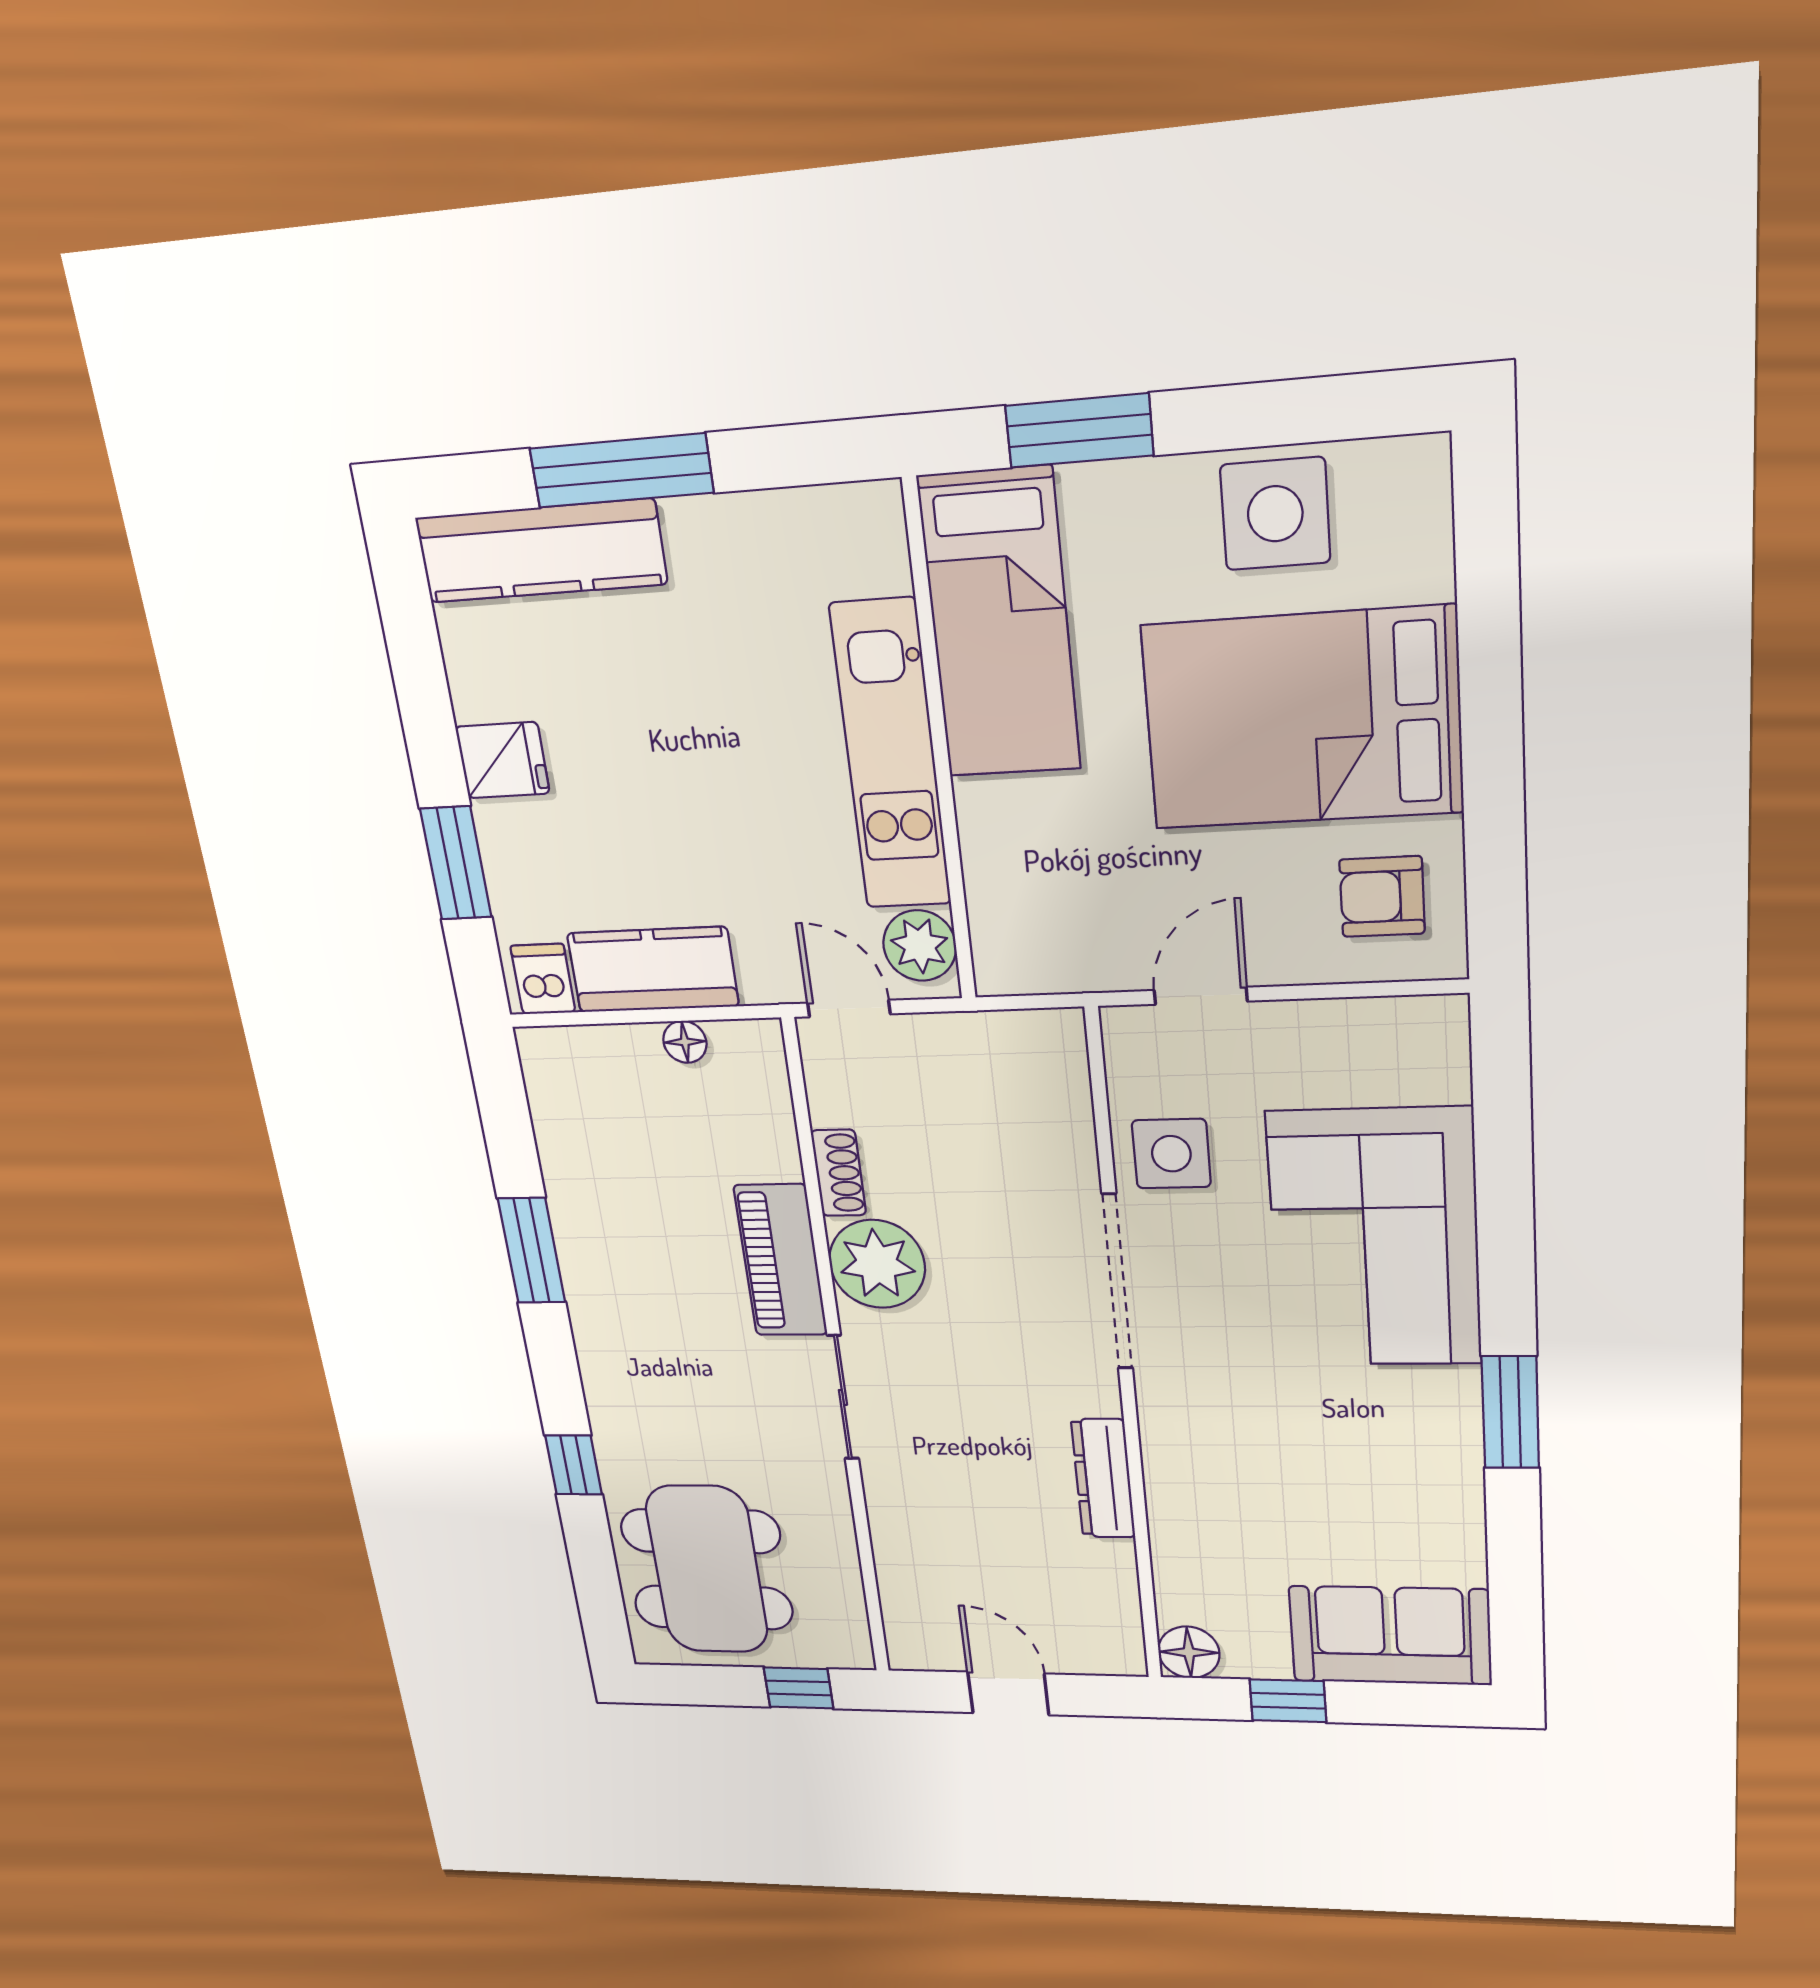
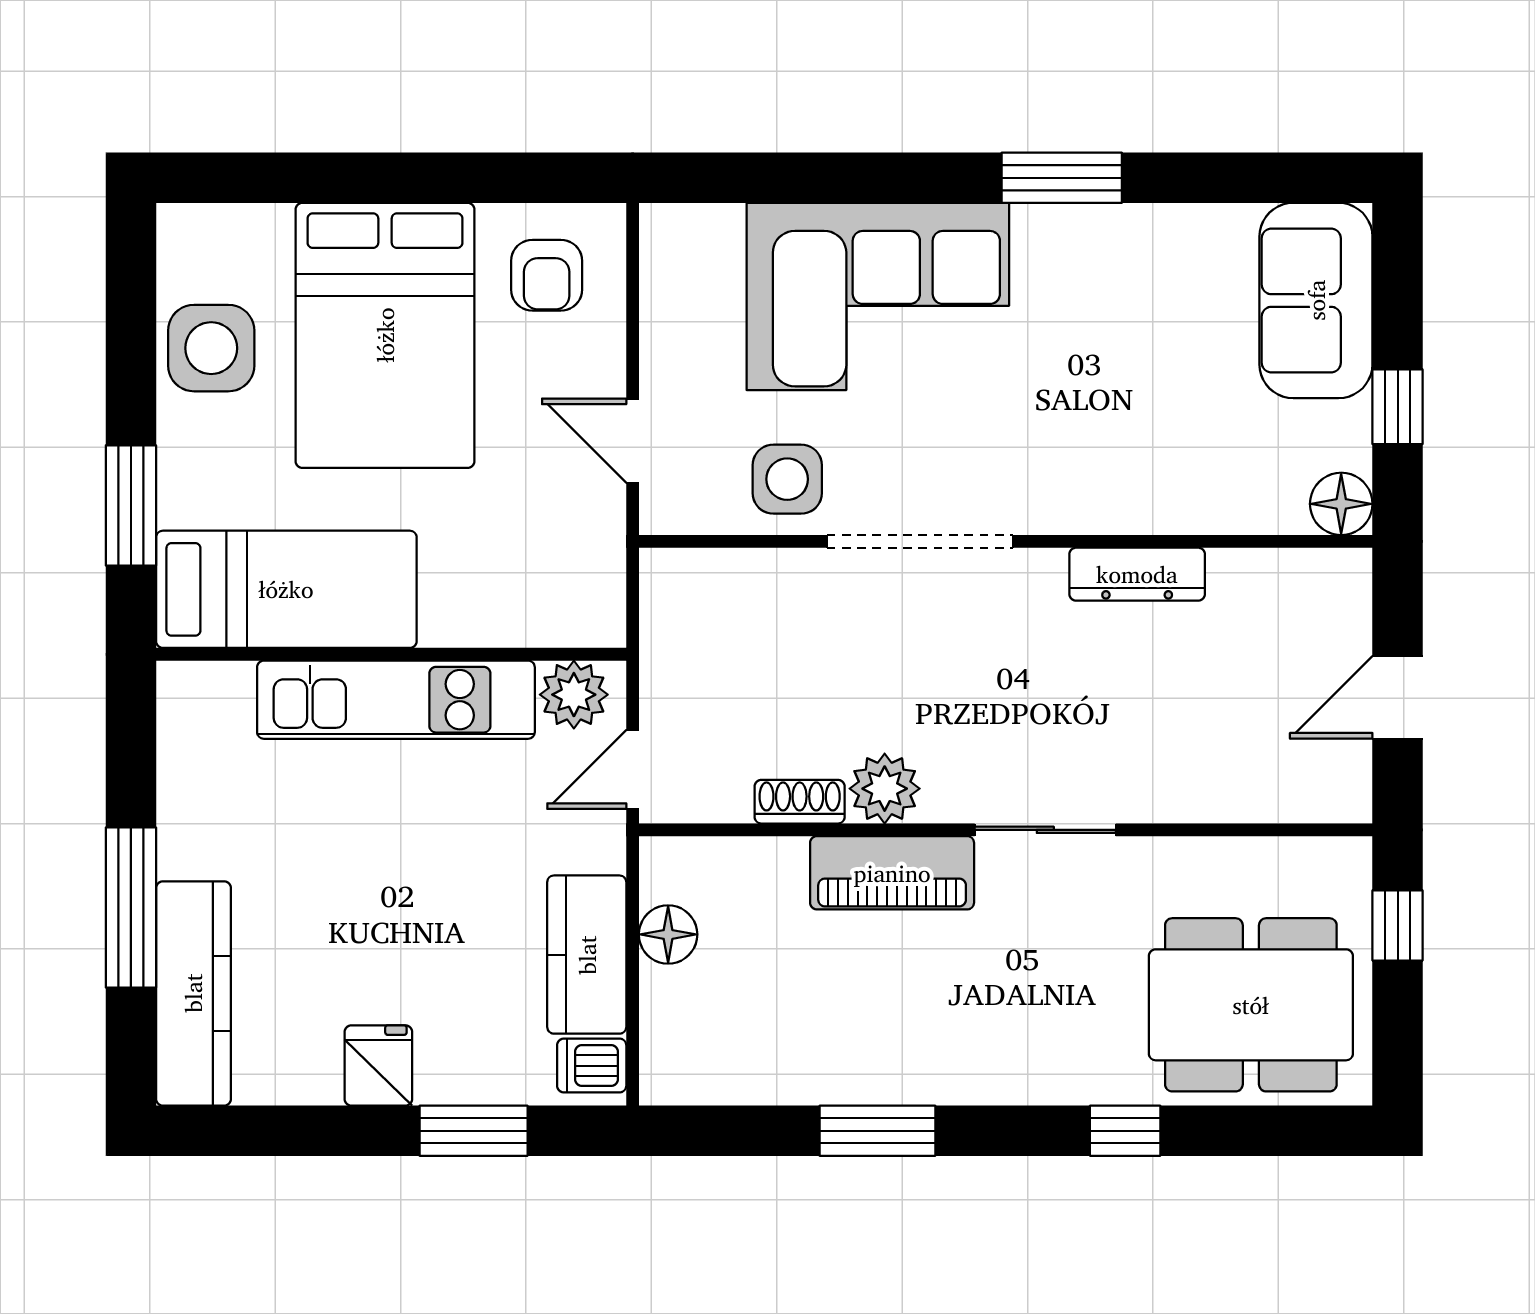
floor lamp: (685, 1042) -> (668, 934), width x1.37, depth x1.37
plant: (877, 1264) -> (885, 789), width x0.73, depth x0.73

